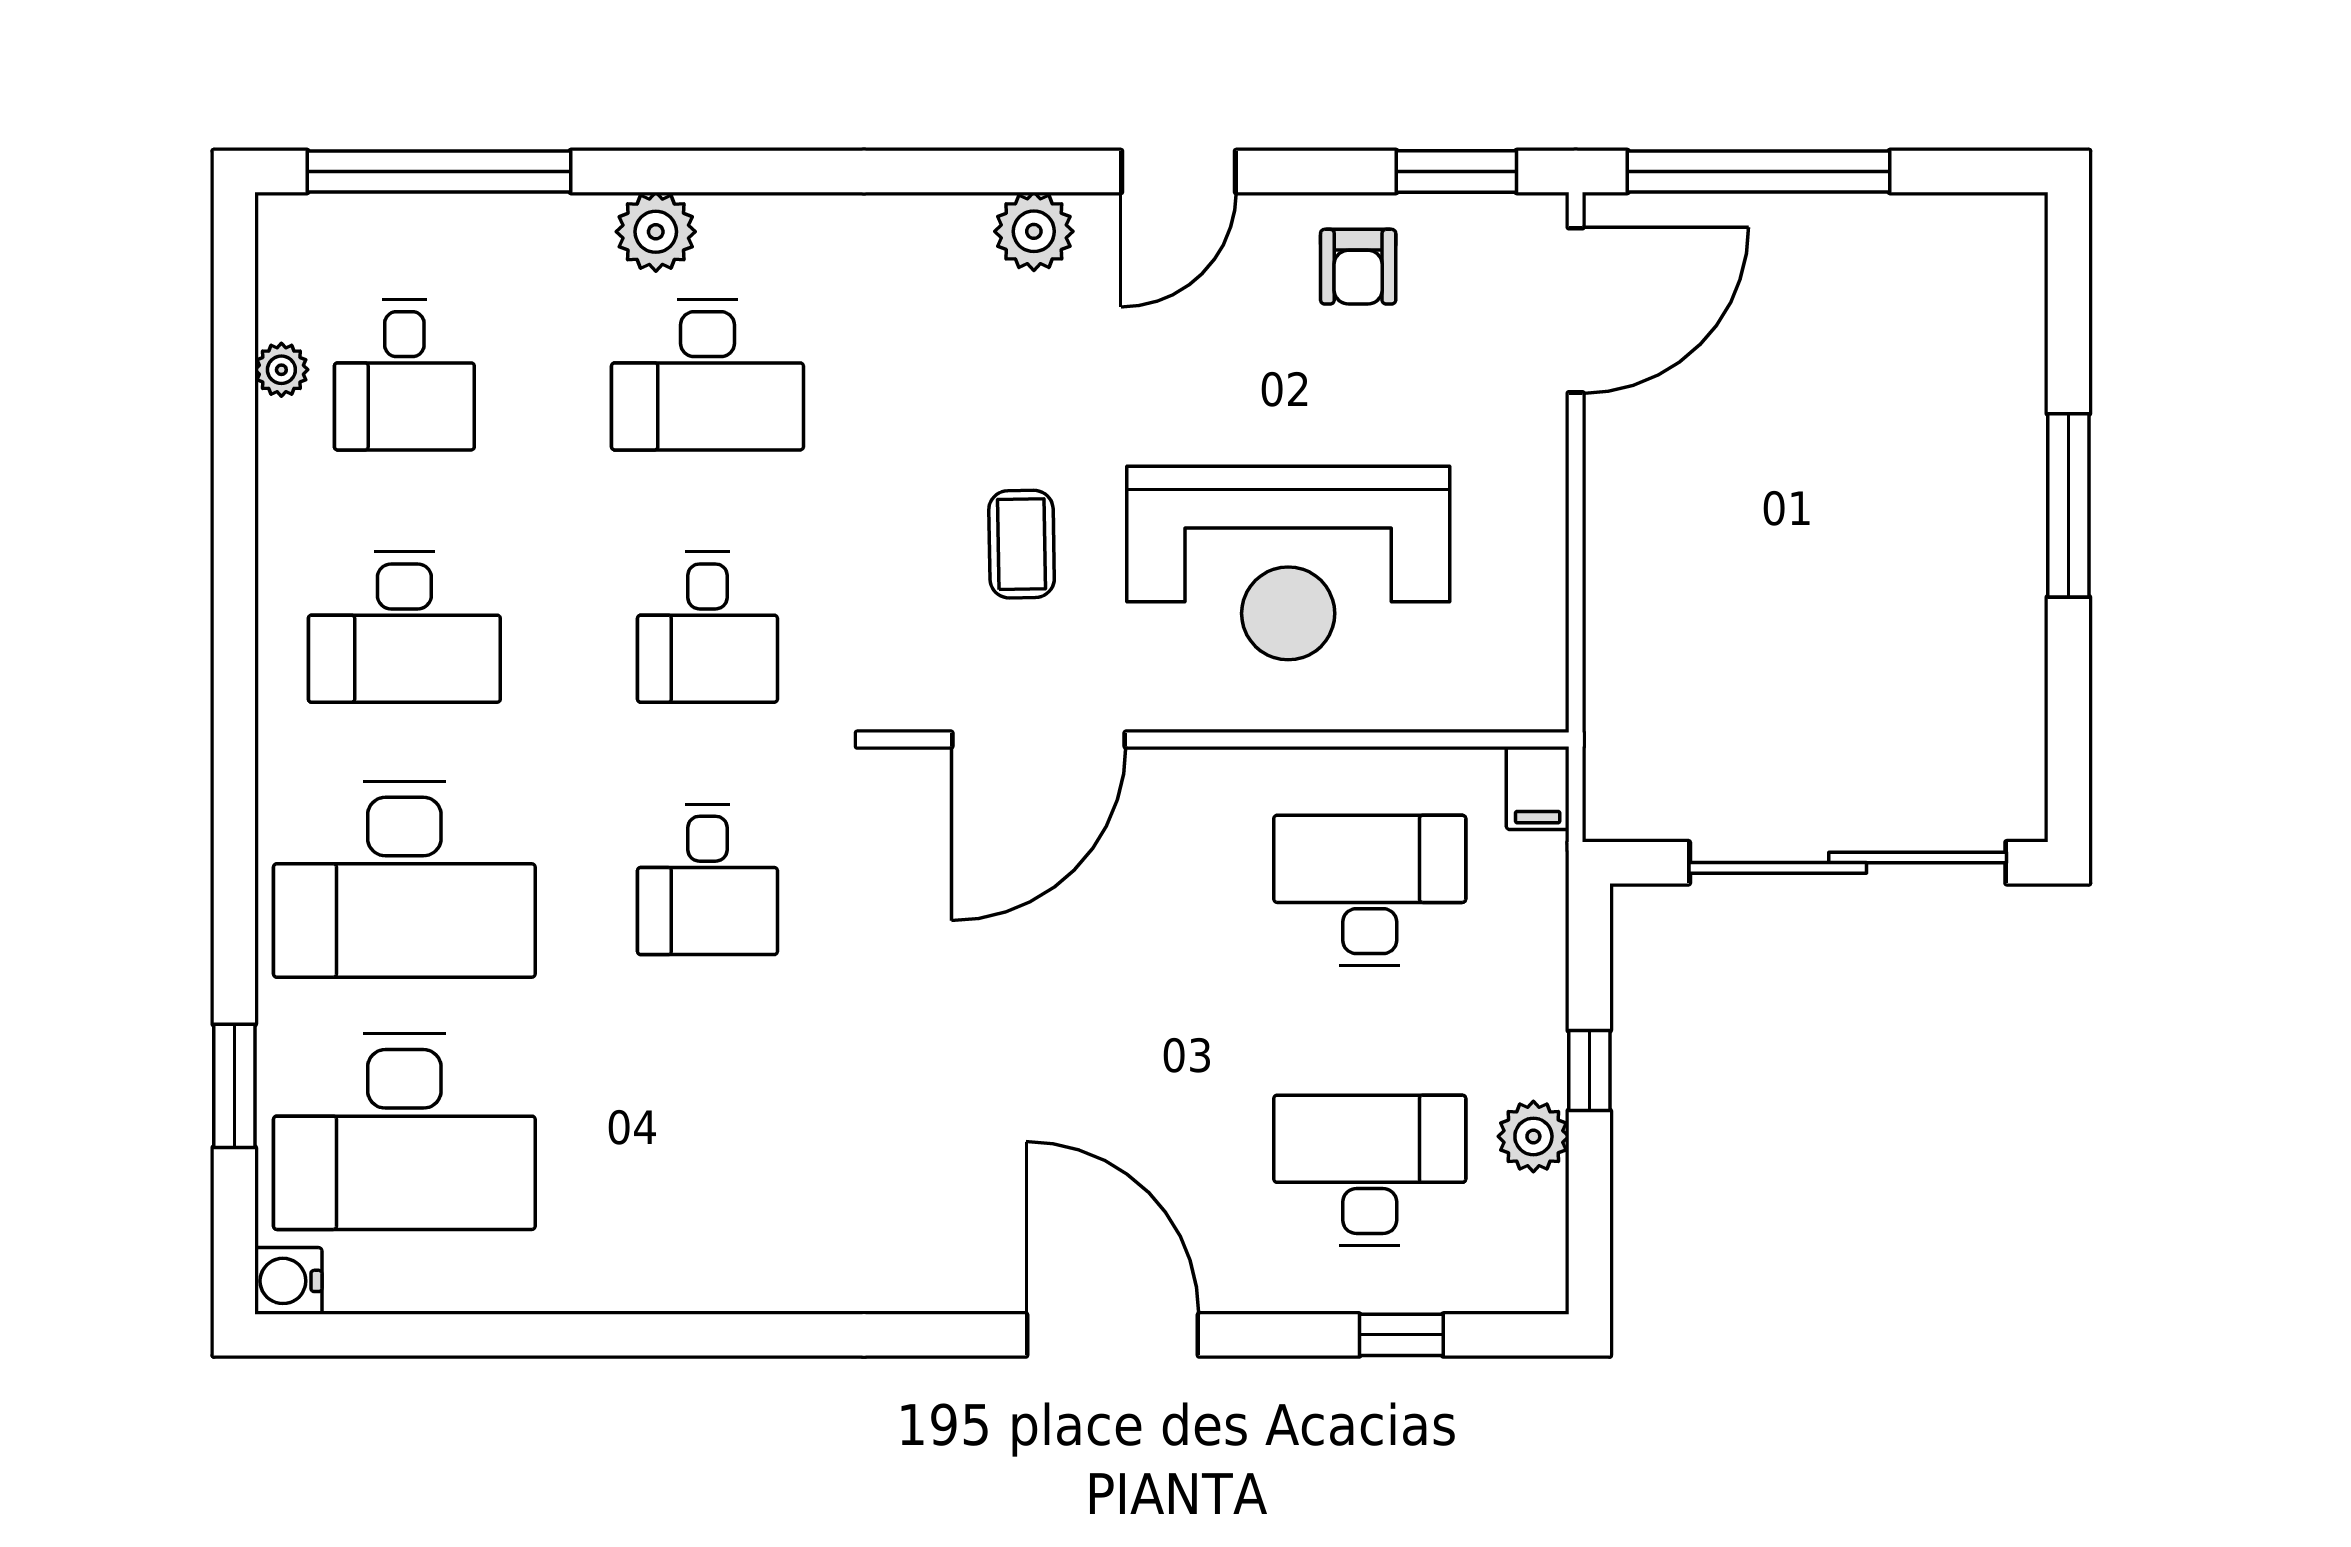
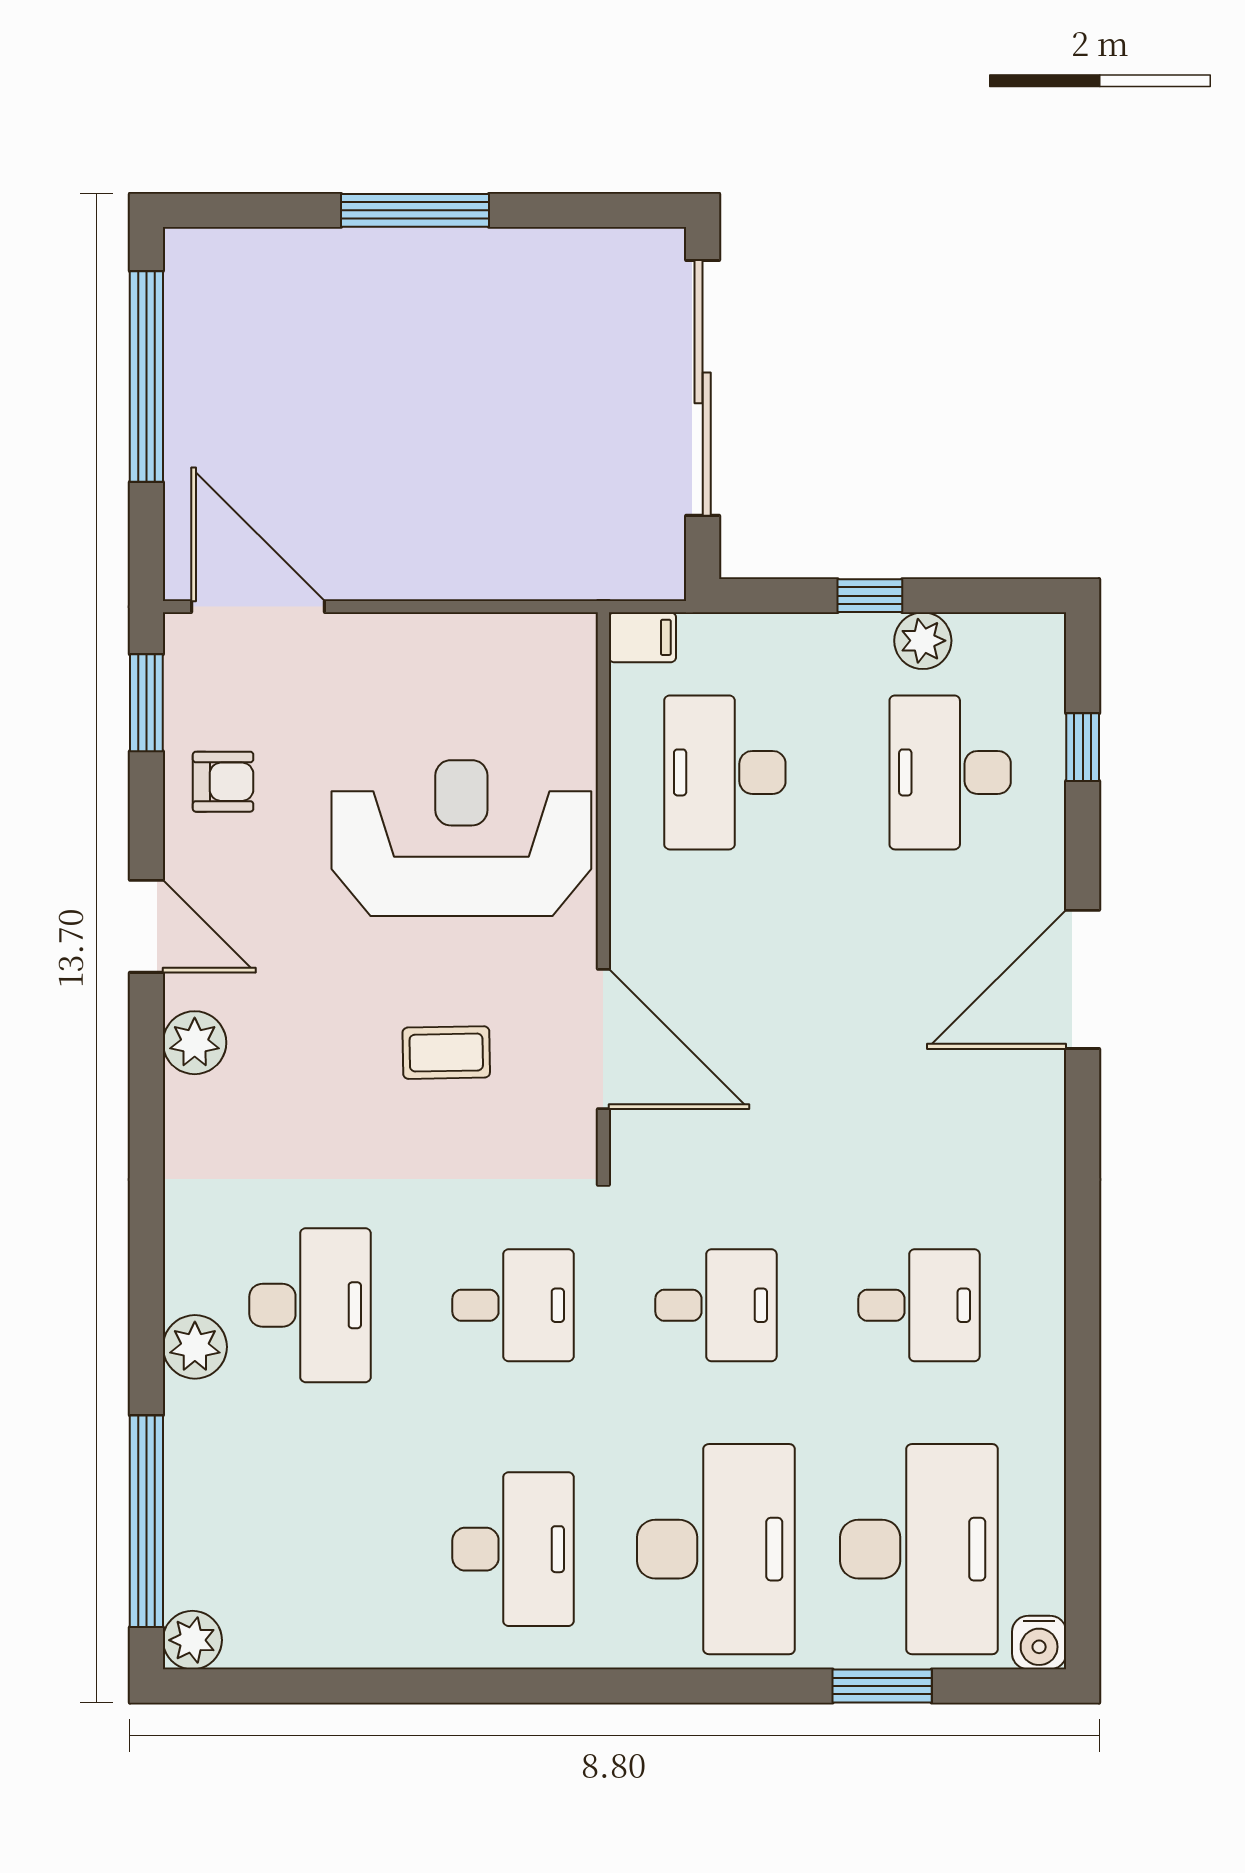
window: (1759, 172) -> (146, 376), moved
plant: (281, 370) -> (192, 1640), moved, width x1.38, depth x1.38
desk: (404, 375) -> (919, 1305), moved
reception desk: (1288, 563) -> (461, 838), turned -90

